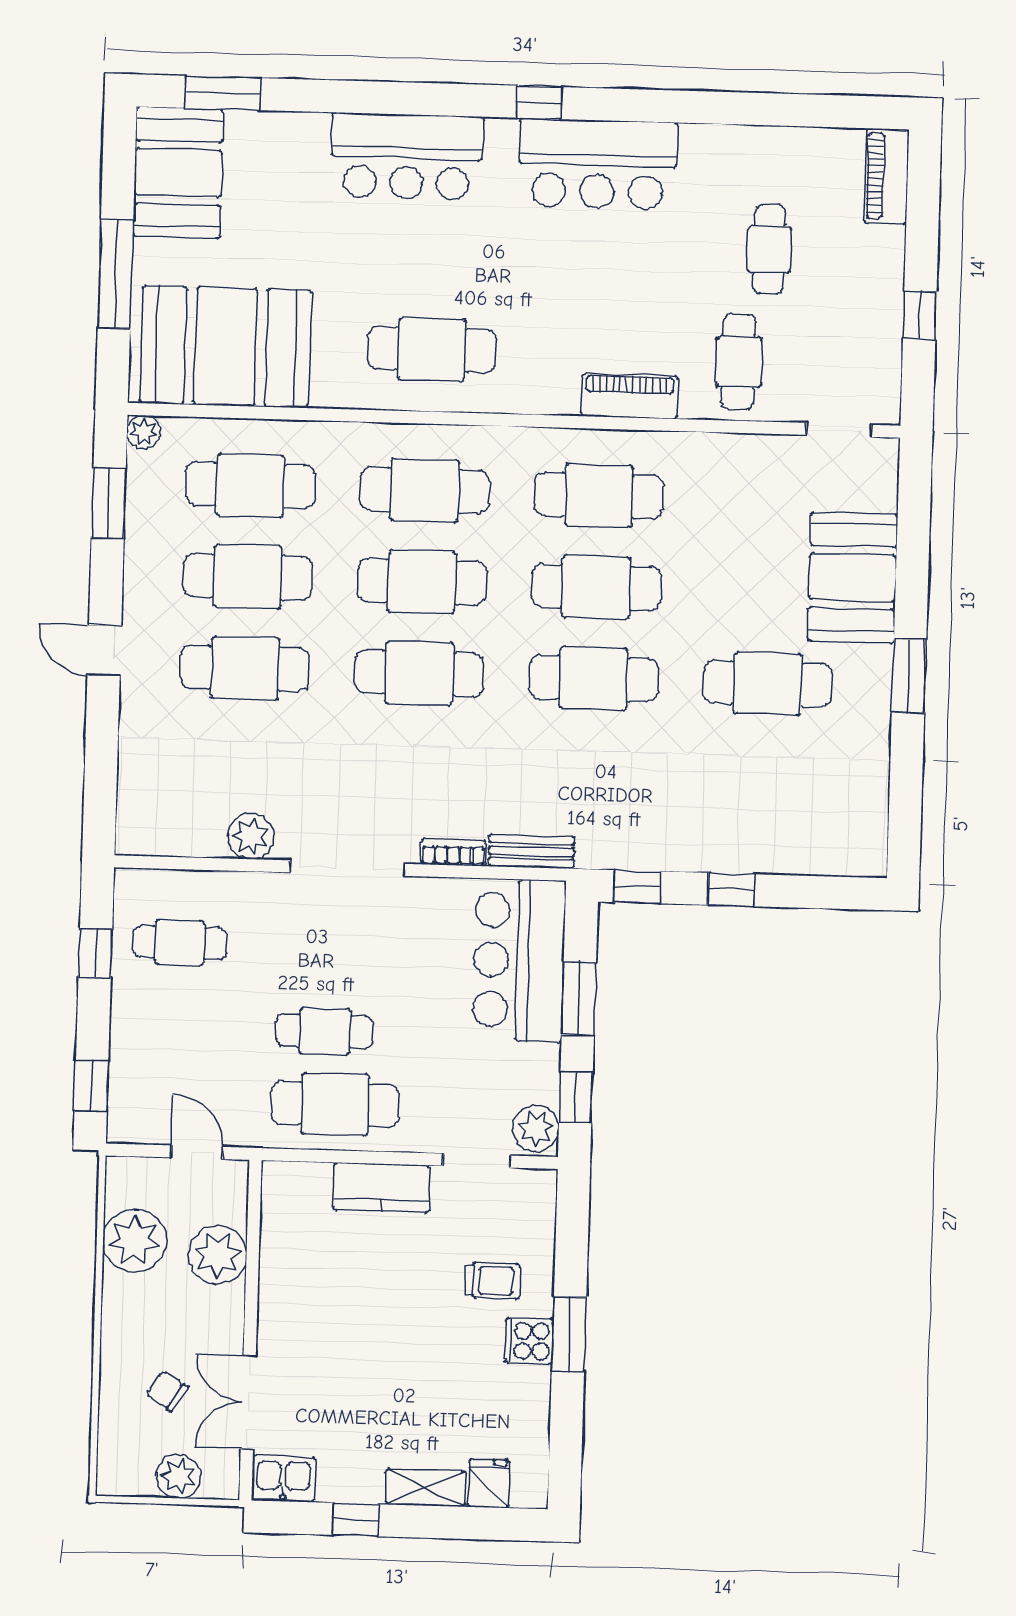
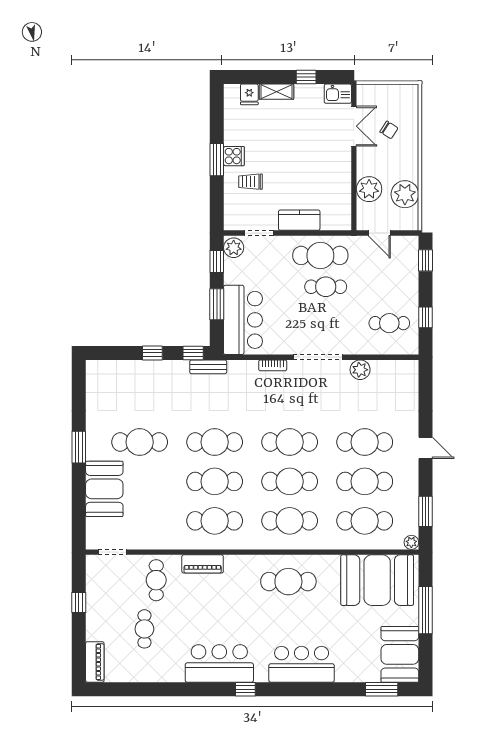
bench: (532, 851) -> (208, 367), moved
plant: (178, 1476) -> (383, 93), removed

